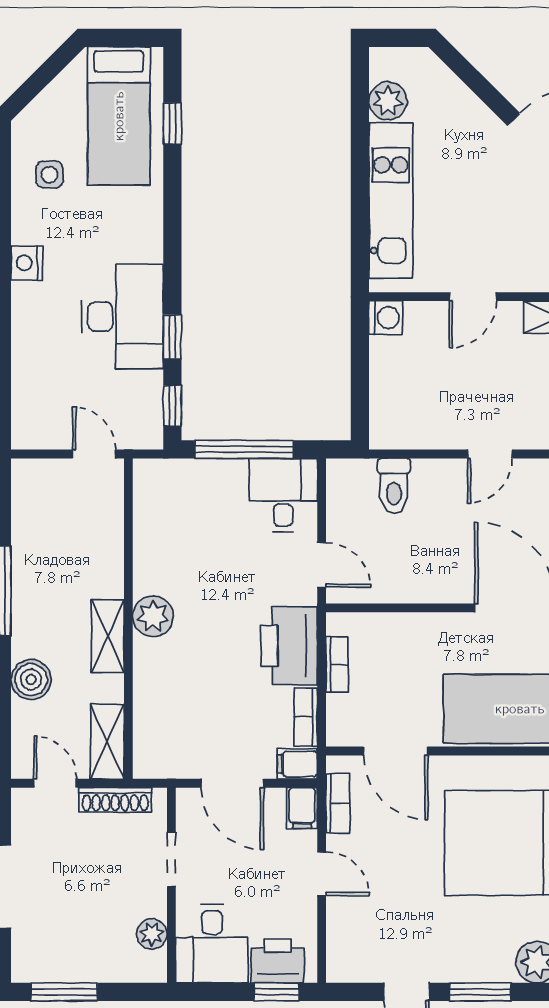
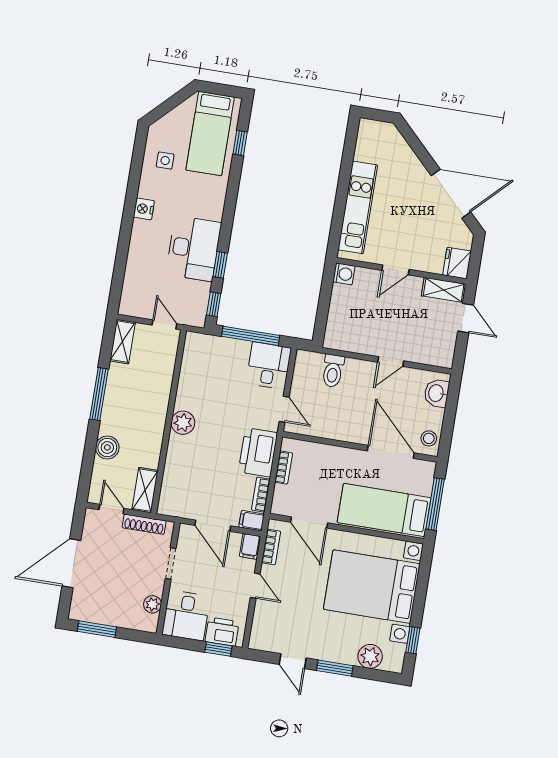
plant: (388, 101) -> (365, 150), removed
shelving: (108, 636) -> (123, 342), moved

